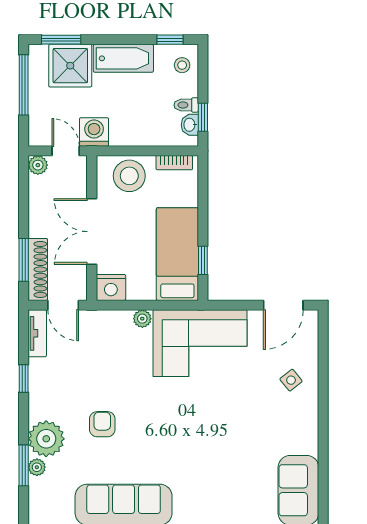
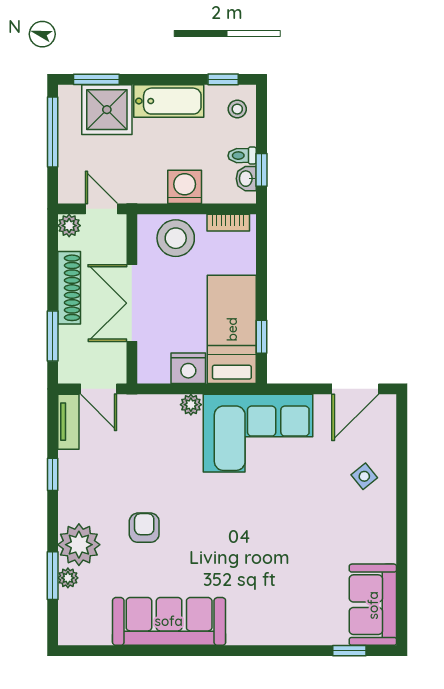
washing machine: (94, 132) -> (185, 187), moved
shoe rack: (38, 269) -> (69, 288), moved
nightstand: (111, 287) -> (188, 368), moved

